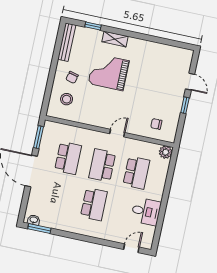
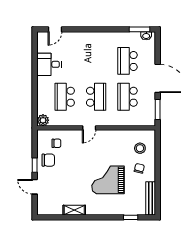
shelving: (115, 39) -> (74, 210), moved
grand piano: (109, 72) -> (108, 180), turned 180
chair: (169, 108) -> (48, 160), added
school desk: (94, 204) -> (128, 61), moved

